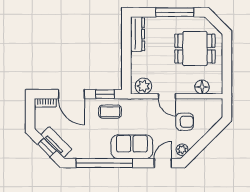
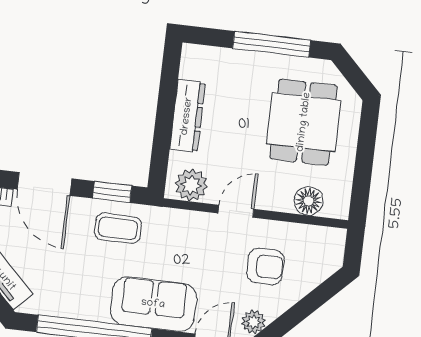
dresser: (138, 34) -> (187, 116), moved
dining table: (195, 49) -> (304, 122), turned 90
door: (167, 96) -> (236, 211), swing flipped

